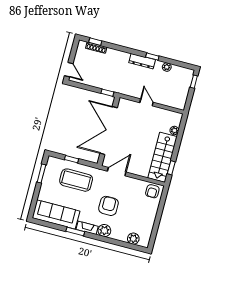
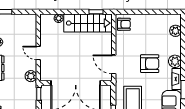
plant: (126, 90) -> (31, 76), added
door: (146, 102) -> (38, 53), hinge flipped
armchair: (108, 206) -> (150, 64), turned 180

